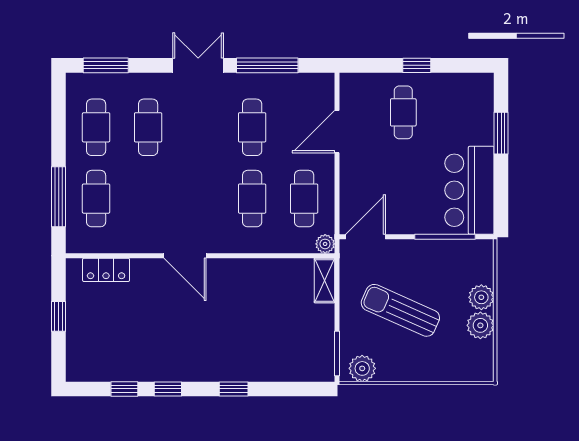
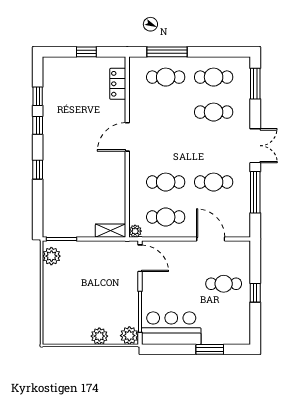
sun lounger: (400, 310) -> (91, 282), removed
plant: (480, 325) -> (129, 336), moved

